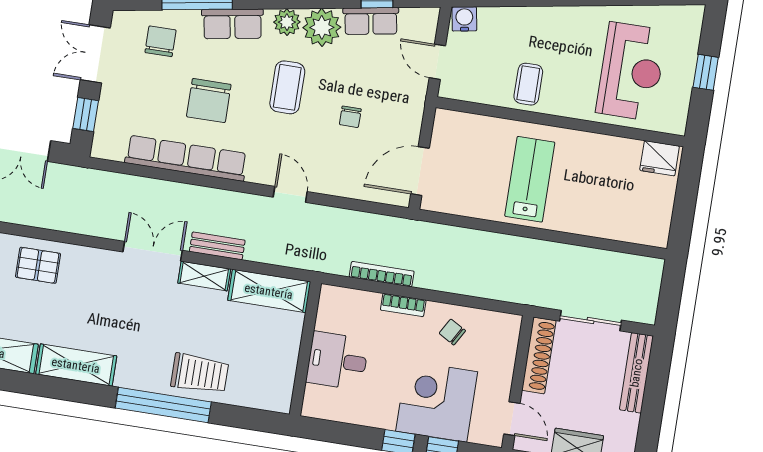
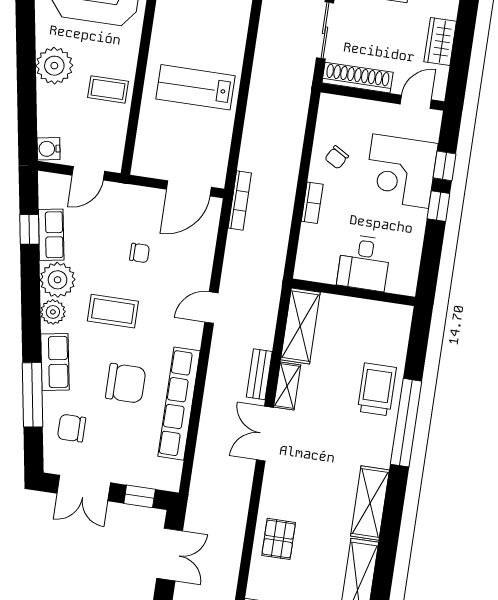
plant: (555, 26) -> (54, 66), added
door: (420, 171) -> (189, 188), hinge flipped
bookcase: (382, 274) -> (240, 201), moved, turned 180

